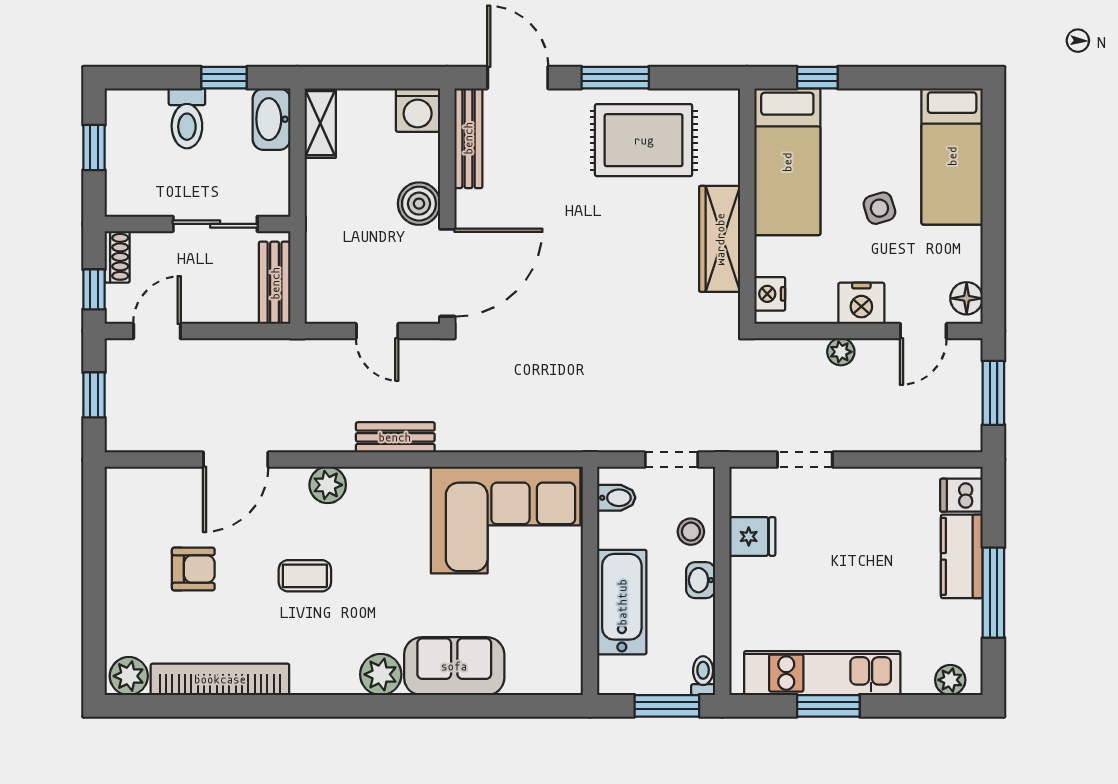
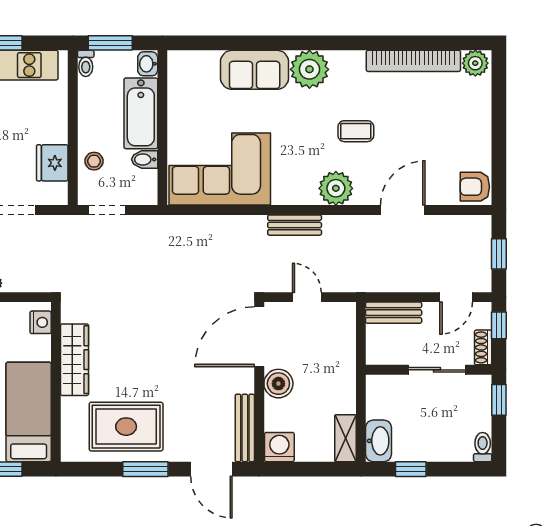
toilet: (187, 118) -> (483, 447), moved, width x0.73, depth x0.72
window: (94, 147) -> (499, 400), moved
sliding door: (215, 224) -> (437, 370), moved
bench: (275, 283) -> (394, 313), moved, turned 90
plant: (328, 485) -> (336, 188), width x1.36, depth x1.36
bidet: (616, 498) -> (145, 159), moved
fridge: (752, 536) -> (52, 163), width x1.38
armchair: (193, 569) -> (475, 187), moved
washbasin: (701, 580) -> (148, 64), moved, turned 180
plant: (381, 674) -> (309, 69), width x1.36, depth x1.36

